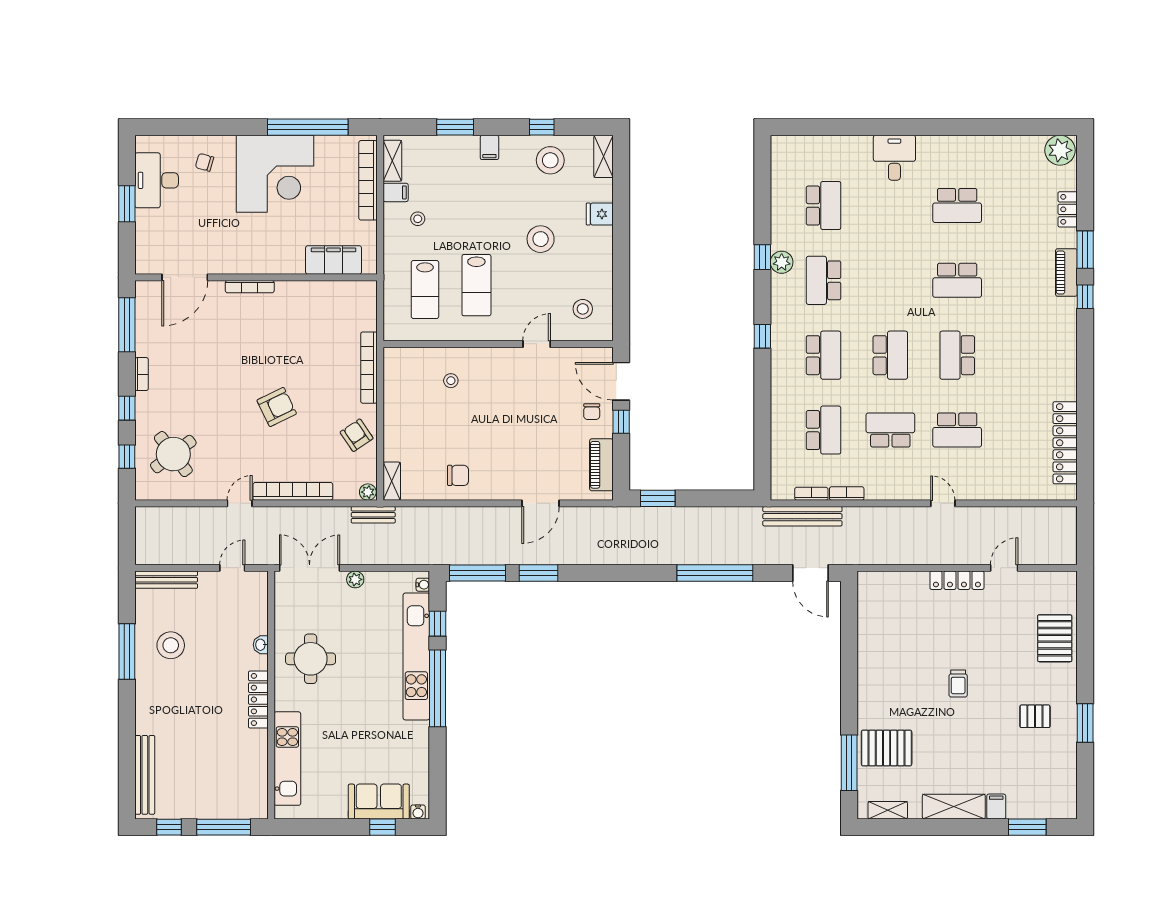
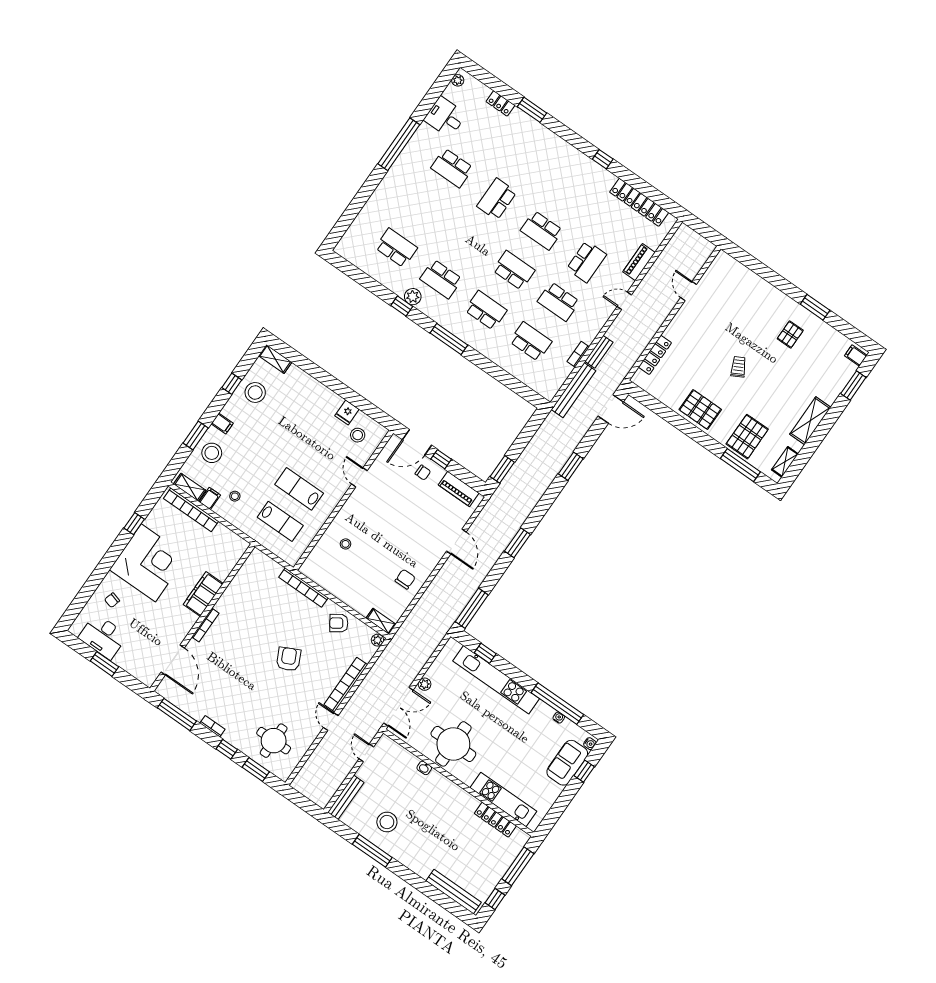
window: (308, 127) -> (134, 524), width x0.32
window: (942, 127) -> (399, 144), added
plant: (1060, 150) -> (458, 80), width x0.53, depth x0.53
desk: (894, 158) -> (445, 117), moved
school desk: (957, 206) -> (452, 168), turned 90
fridge: (600, 214) -> (347, 412), moved
stool: (541, 239) -> (212, 453), moved
filing cabinet: (334, 260) -> (203, 594), moved
piano: (1066, 272) -> (639, 262), moved, turned 90
school desk: (957, 280) -> (497, 199), turned 180
lab bench: (476, 285) -> (299, 489), turned 180
window: (1085, 297) -> (603, 159), moved
window: (762, 336) -> (449, 339), width x2.17
school desk: (890, 430) -> (559, 302), turned -90
round table: (173, 454) -> (274, 741), turned 37
window: (127, 457) -> (256, 769), width x1.50
bookcase: (811, 494) -> (564, 375), removed
bench: (373, 515) -> (599, 352), moved
double door: (310, 568) -> (399, 707), swing flipped
window: (538, 573) -> (517, 543), moved
window: (715, 573) -> (571, 466), width x0.47
locker: (957, 580) -> (655, 355), moved
water cooler: (423, 585) -> (559, 718), moved
pallet: (1055, 638) -> (700, 410), moved
round table: (311, 659) -> (453, 744), width x1.36, depth x1.36
trolley: (958, 684) -> (738, 367), turned -118
window: (438, 688) -> (557, 704), moved
locker: (258, 700) -> (495, 820), moved
filing cabinet: (996, 807) -> (856, 356), moved

